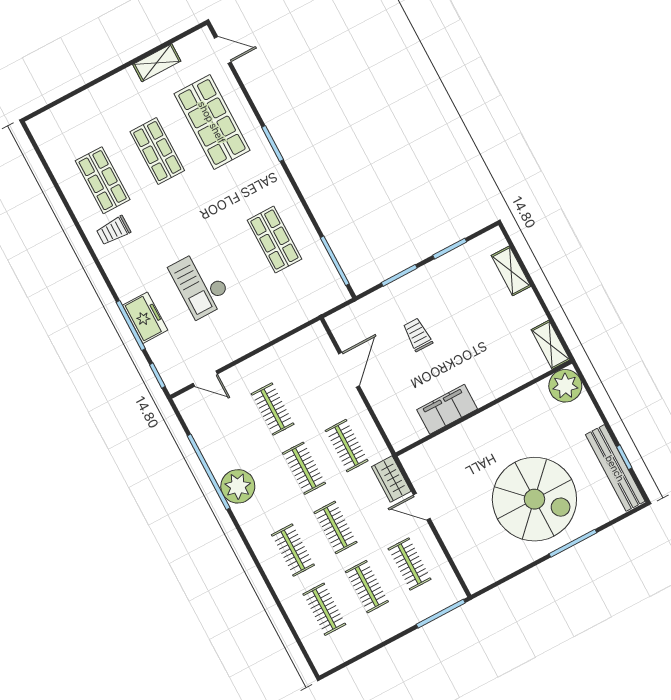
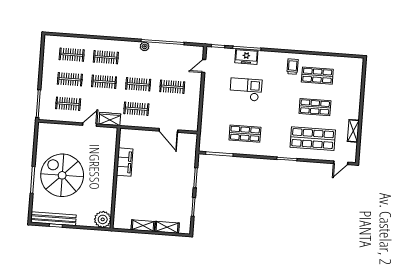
trolley: (418, 335) -> (165, 170), removed
shelving: (551, 345) -> (143, 226), moved
plant: (238, 486) -> (145, 46), width x0.53, depth x0.53
spiral stairs: (534, 499) -> (62, 175), turned 90

